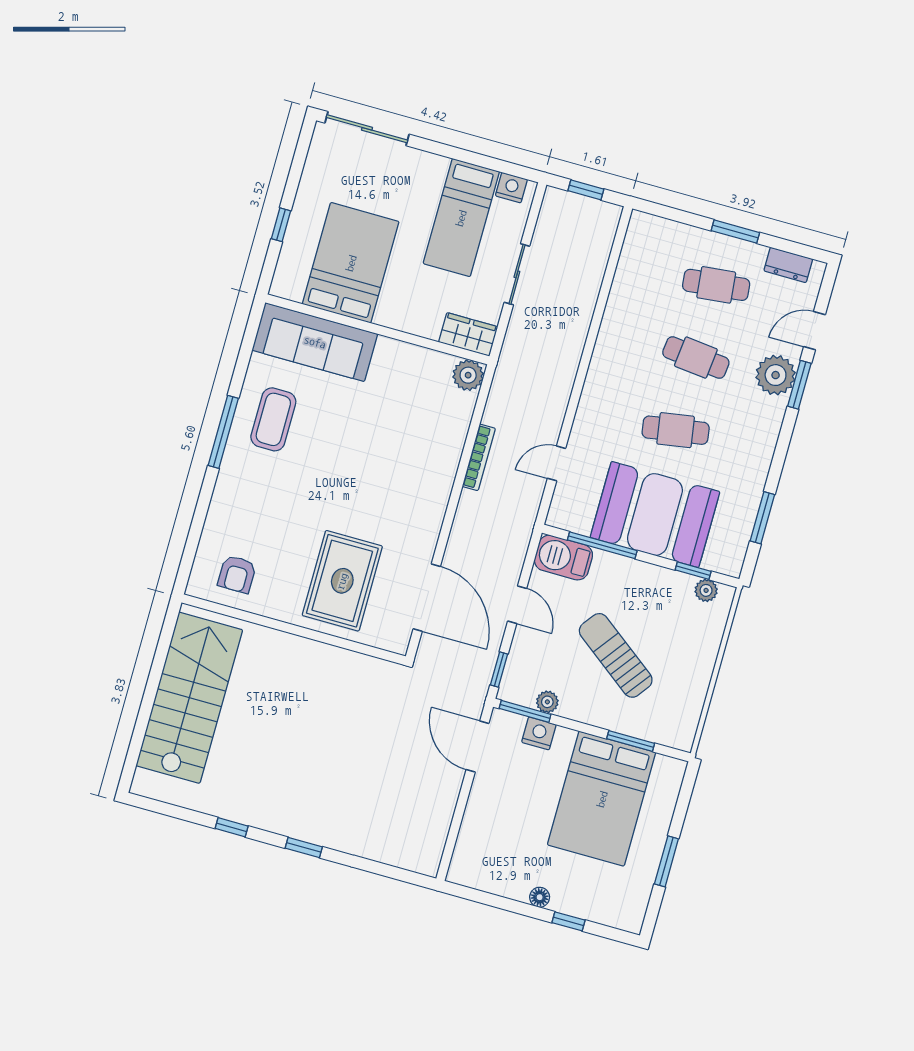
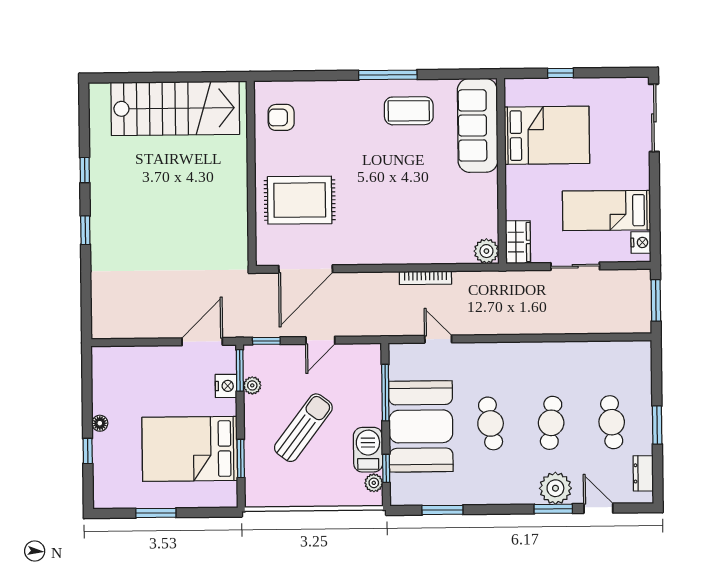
window: (586, 190) -> (656, 300), width x1.50
barbecue: (563, 558) -> (368, 450), moved

